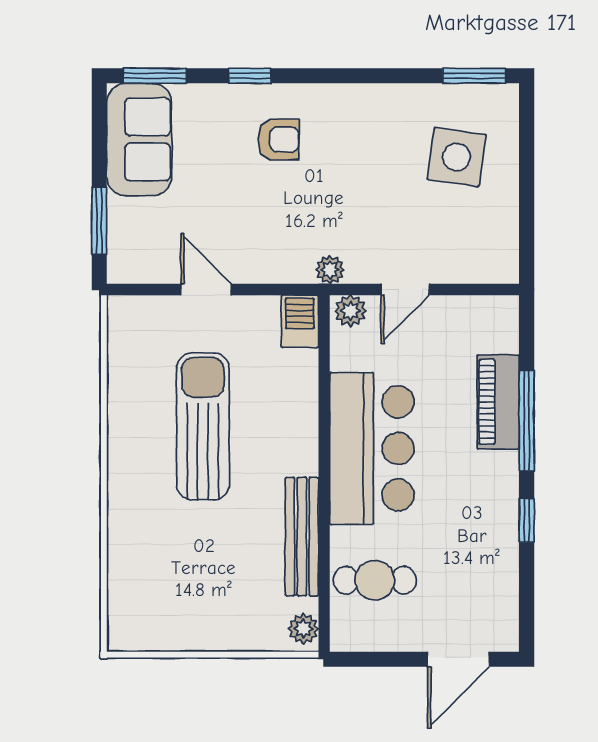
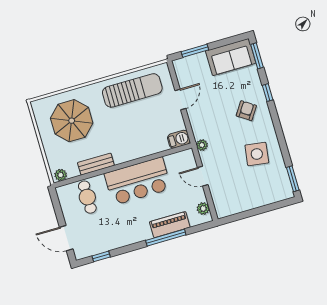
armchair: (279, 139) -> (246, 111), turned -146
side table: (457, 157) -> (257, 154), moved
plant: (351, 311) -> (203, 209), moved
sun lounger: (203, 426) -> (132, 90), moved
window: (527, 520) -> (101, 256), moved
bench: (302, 537) -> (96, 164), width x0.73
parasol: (181, 565) -> (72, 121), added

